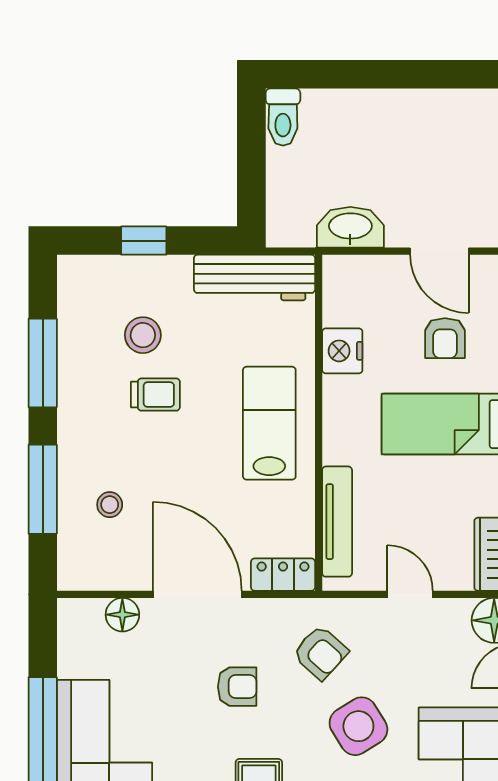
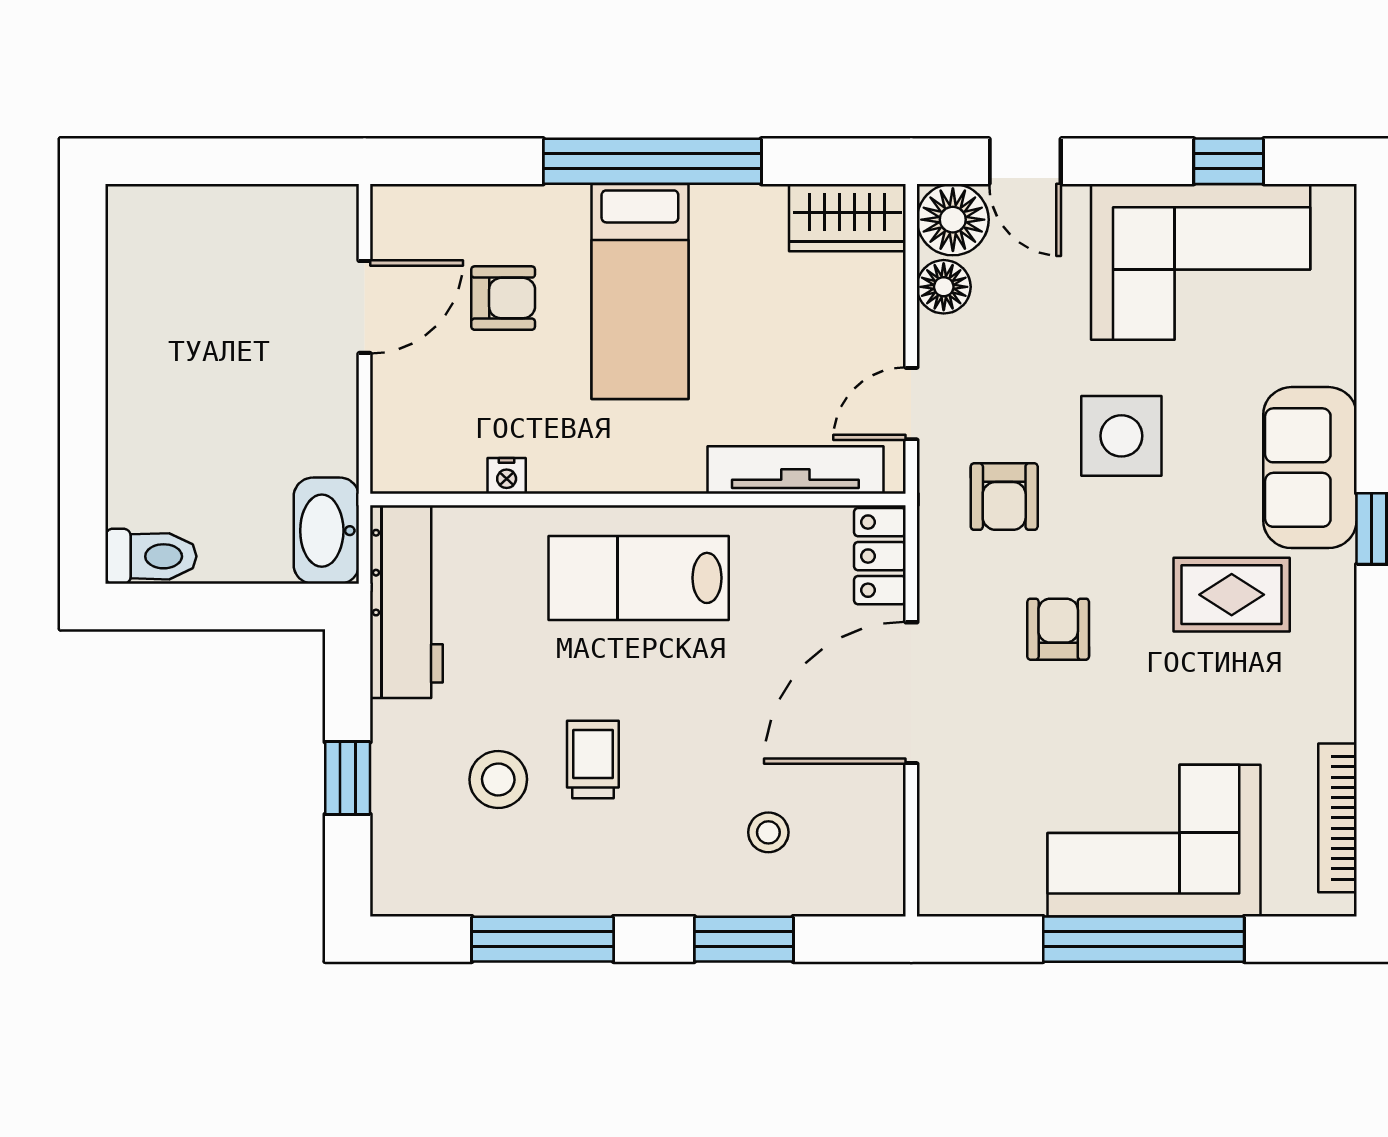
washbasin: (350, 227) -> (326, 531), moved
nightstand: (342, 351) -> (507, 476), width x0.53, depth x0.56
window: (43, 489) -> (744, 939), width x0.69
door: (410, 594) -> (911, 404), moved
floor lamp: (122, 615) -> (944, 287), moved
armchair: (320, 653) -> (1004, 497), turned 138
side table: (358, 726) -> (1121, 436), turned 32

